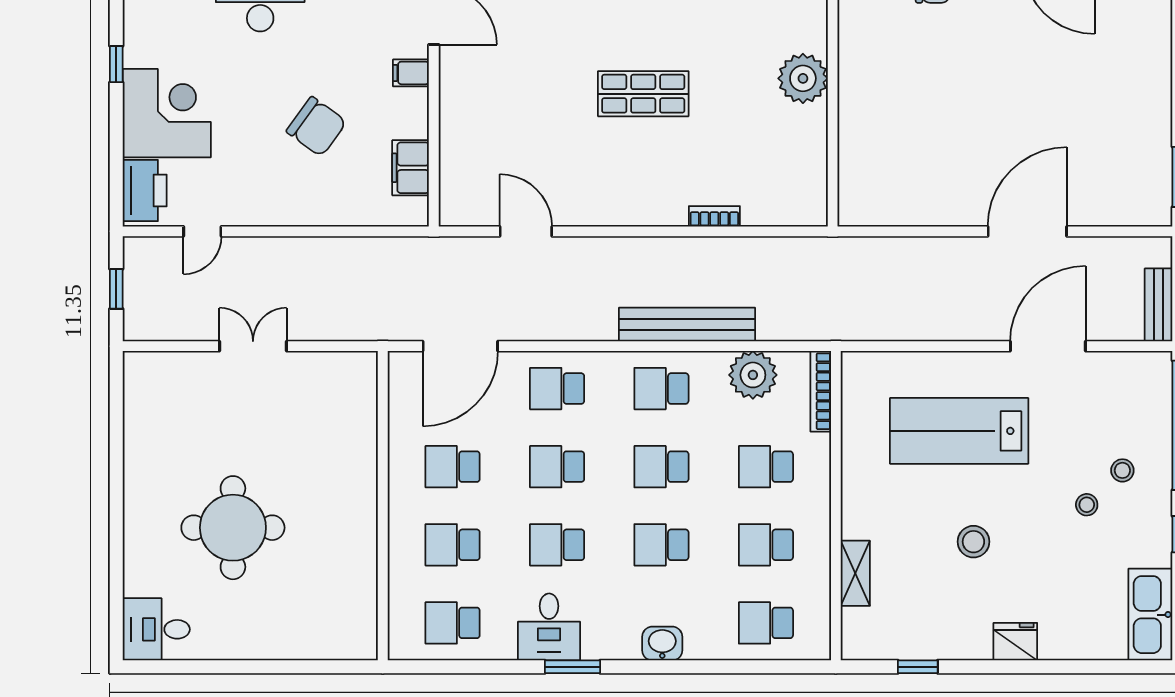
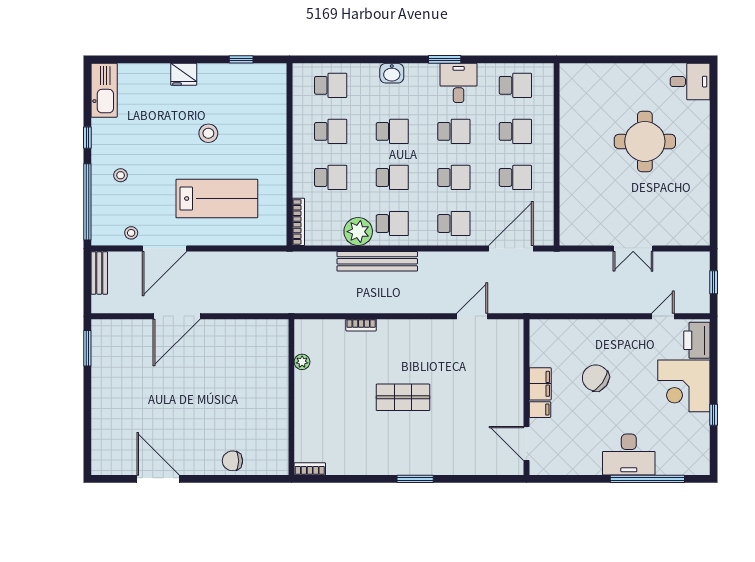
plant: (803, 78) -> (302, 362), moved, width x0.53, depth x0.53
filing cabinet: (411, 168) -> (540, 384), moved
door: (526, 231) -> (472, 316), swing flipped
plant: (753, 375) -> (358, 232), moved
stool: (1087, 505) -> (131, 233), moved
shelving: (855, 573) -> (278, 115), removed

